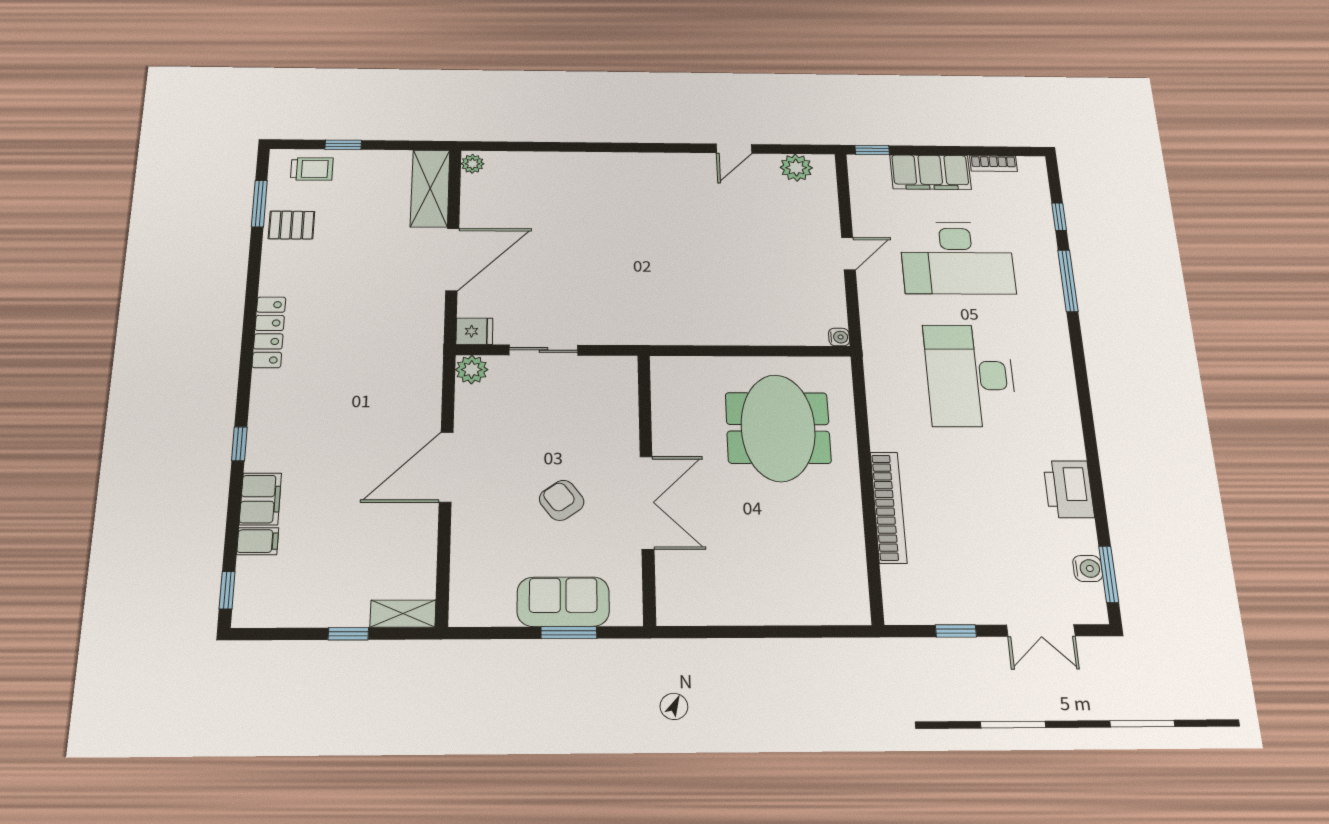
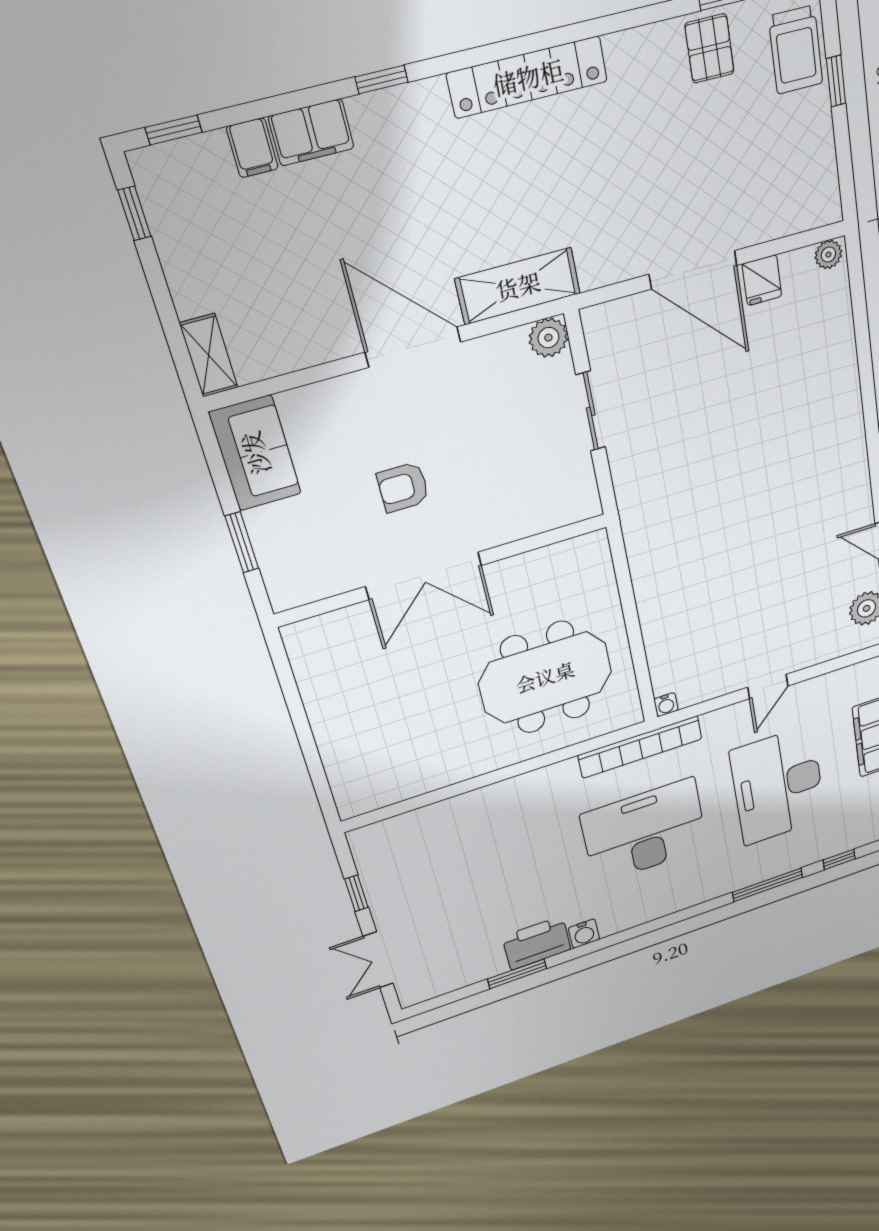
trolley: (312, 169) -> (796, 50), width x1.36, depth x1.39
shelving: (430, 188) -> (518, 286), moved
door: (848, 254) -> (768, 687), hinge flipped
fridge: (474, 331) -> (762, 280), moved
locker: (269, 332) -> (528, 77), width x1.41, depth x1.21
armchair: (562, 500) -> (403, 487), turned -144
bookcase: (888, 507) -> (640, 747), moved
water cooler: (1088, 569) -> (584, 934), moved
window: (1109, 574) -> (517, 974), moved
sofa: (563, 602) -> (255, 453), moved
window: (348, 634) -> (134, 213), moved

